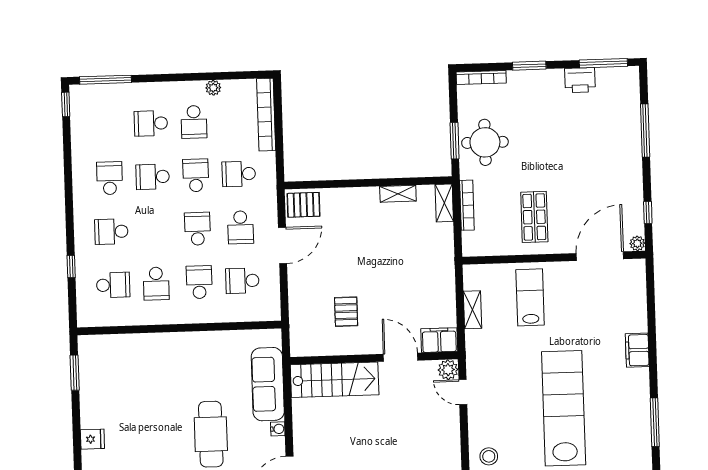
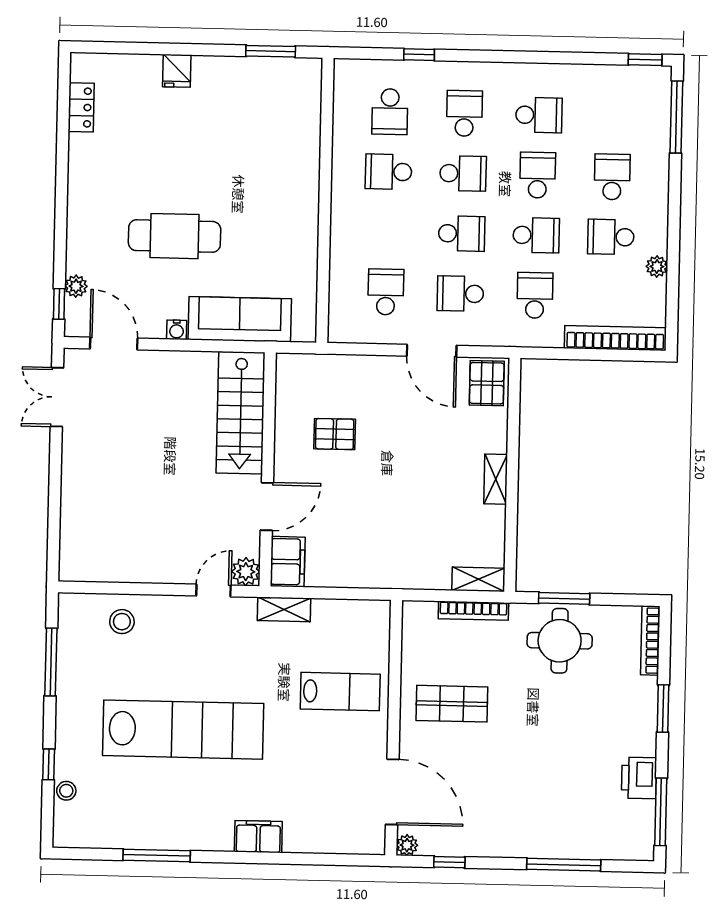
shelving: (398, 194) -> (496, 479), moved
school desk: (199, 282) -> (463, 173), moved
shelving: (473, 310) -> (284, 609), moved

